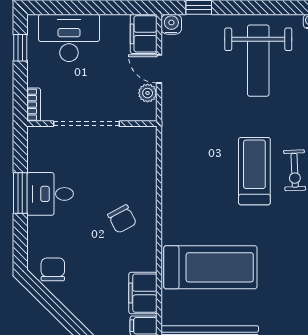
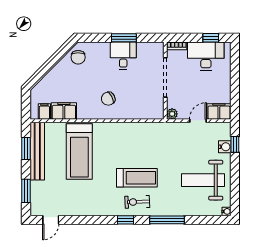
water cooler: (171, 24) -> (225, 147), moved
desk: (69, 38) -> (206, 56), moved, turned -90
plant: (148, 93) -> (172, 114), moved
chair: (53, 269) -> (78, 57), turned 90

